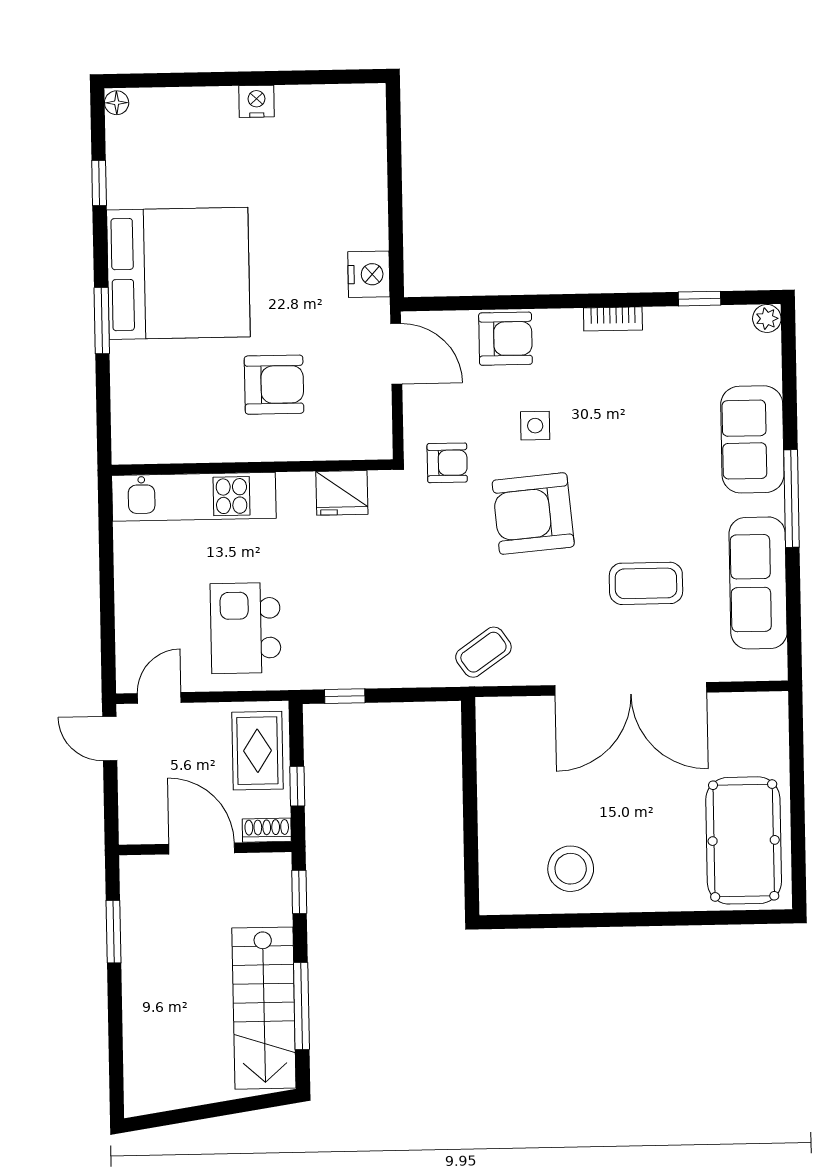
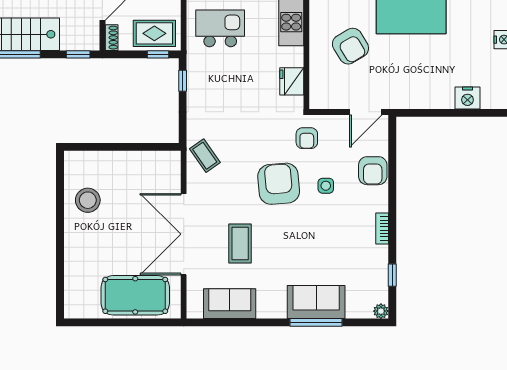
nightstand: (369, 274) -> (467, 98), moved
armchair: (274, 385) -> (350, 46), turned -31
window: (791, 498) -> (316, 322), moved
sofa: (758, 583) -> (230, 304), width x0.73
window: (297, 786) -> (158, 54), moved
pool table: (744, 840) -> (135, 295), moved

